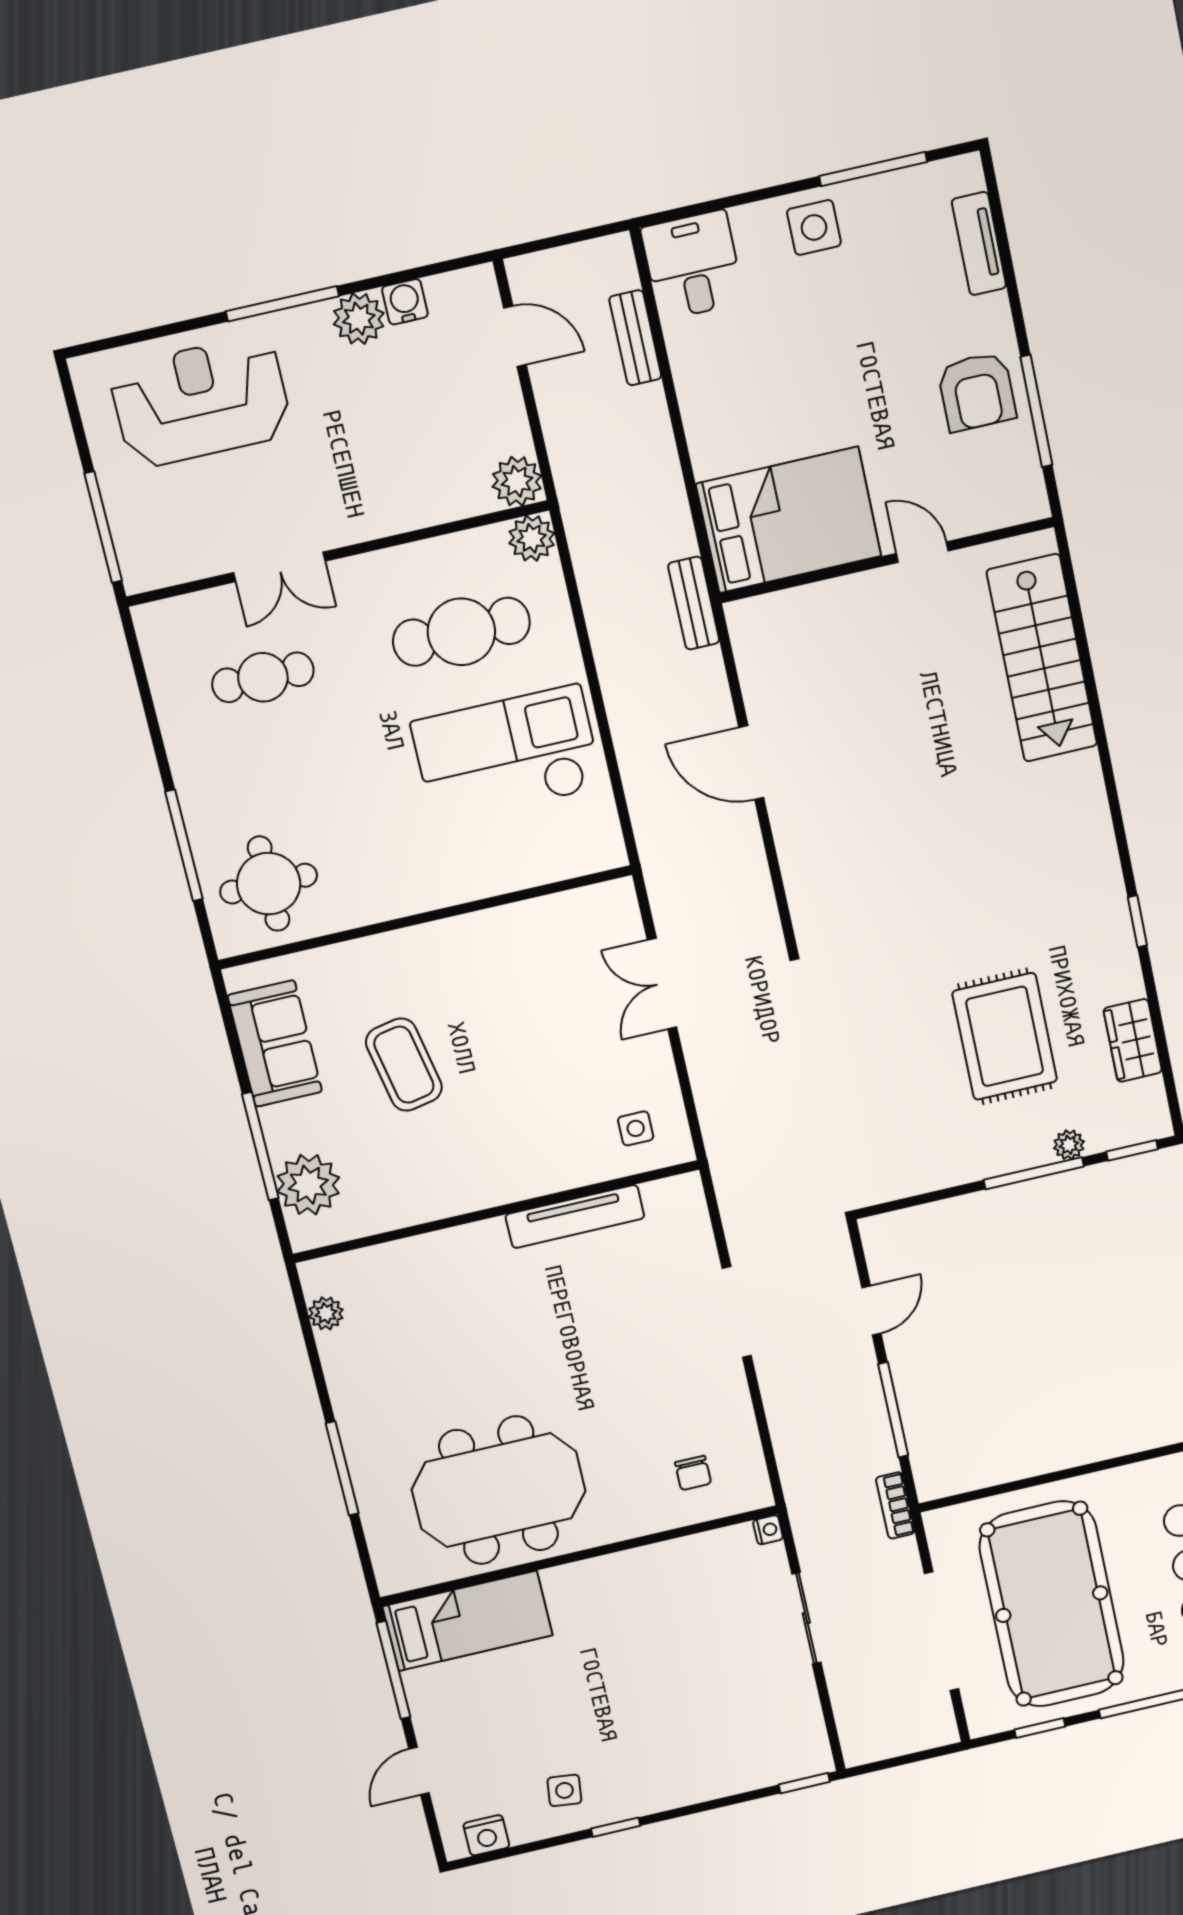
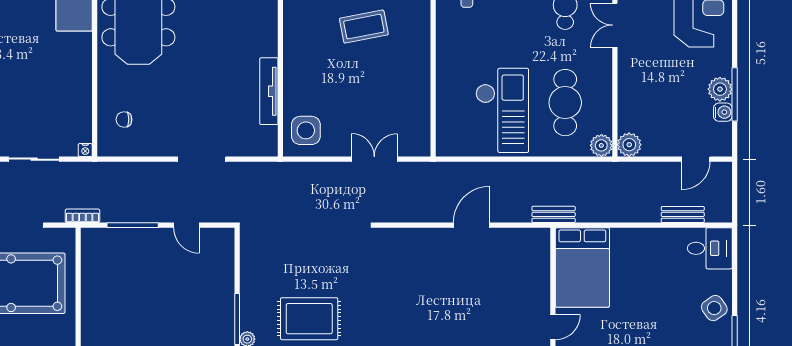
side table: (814, 227) -> (714, 308), turned -35
window: (282, 304) -> (735, 94), moved
side table: (636, 1128) -> (306, 130), width x1.87, depth x1.87

